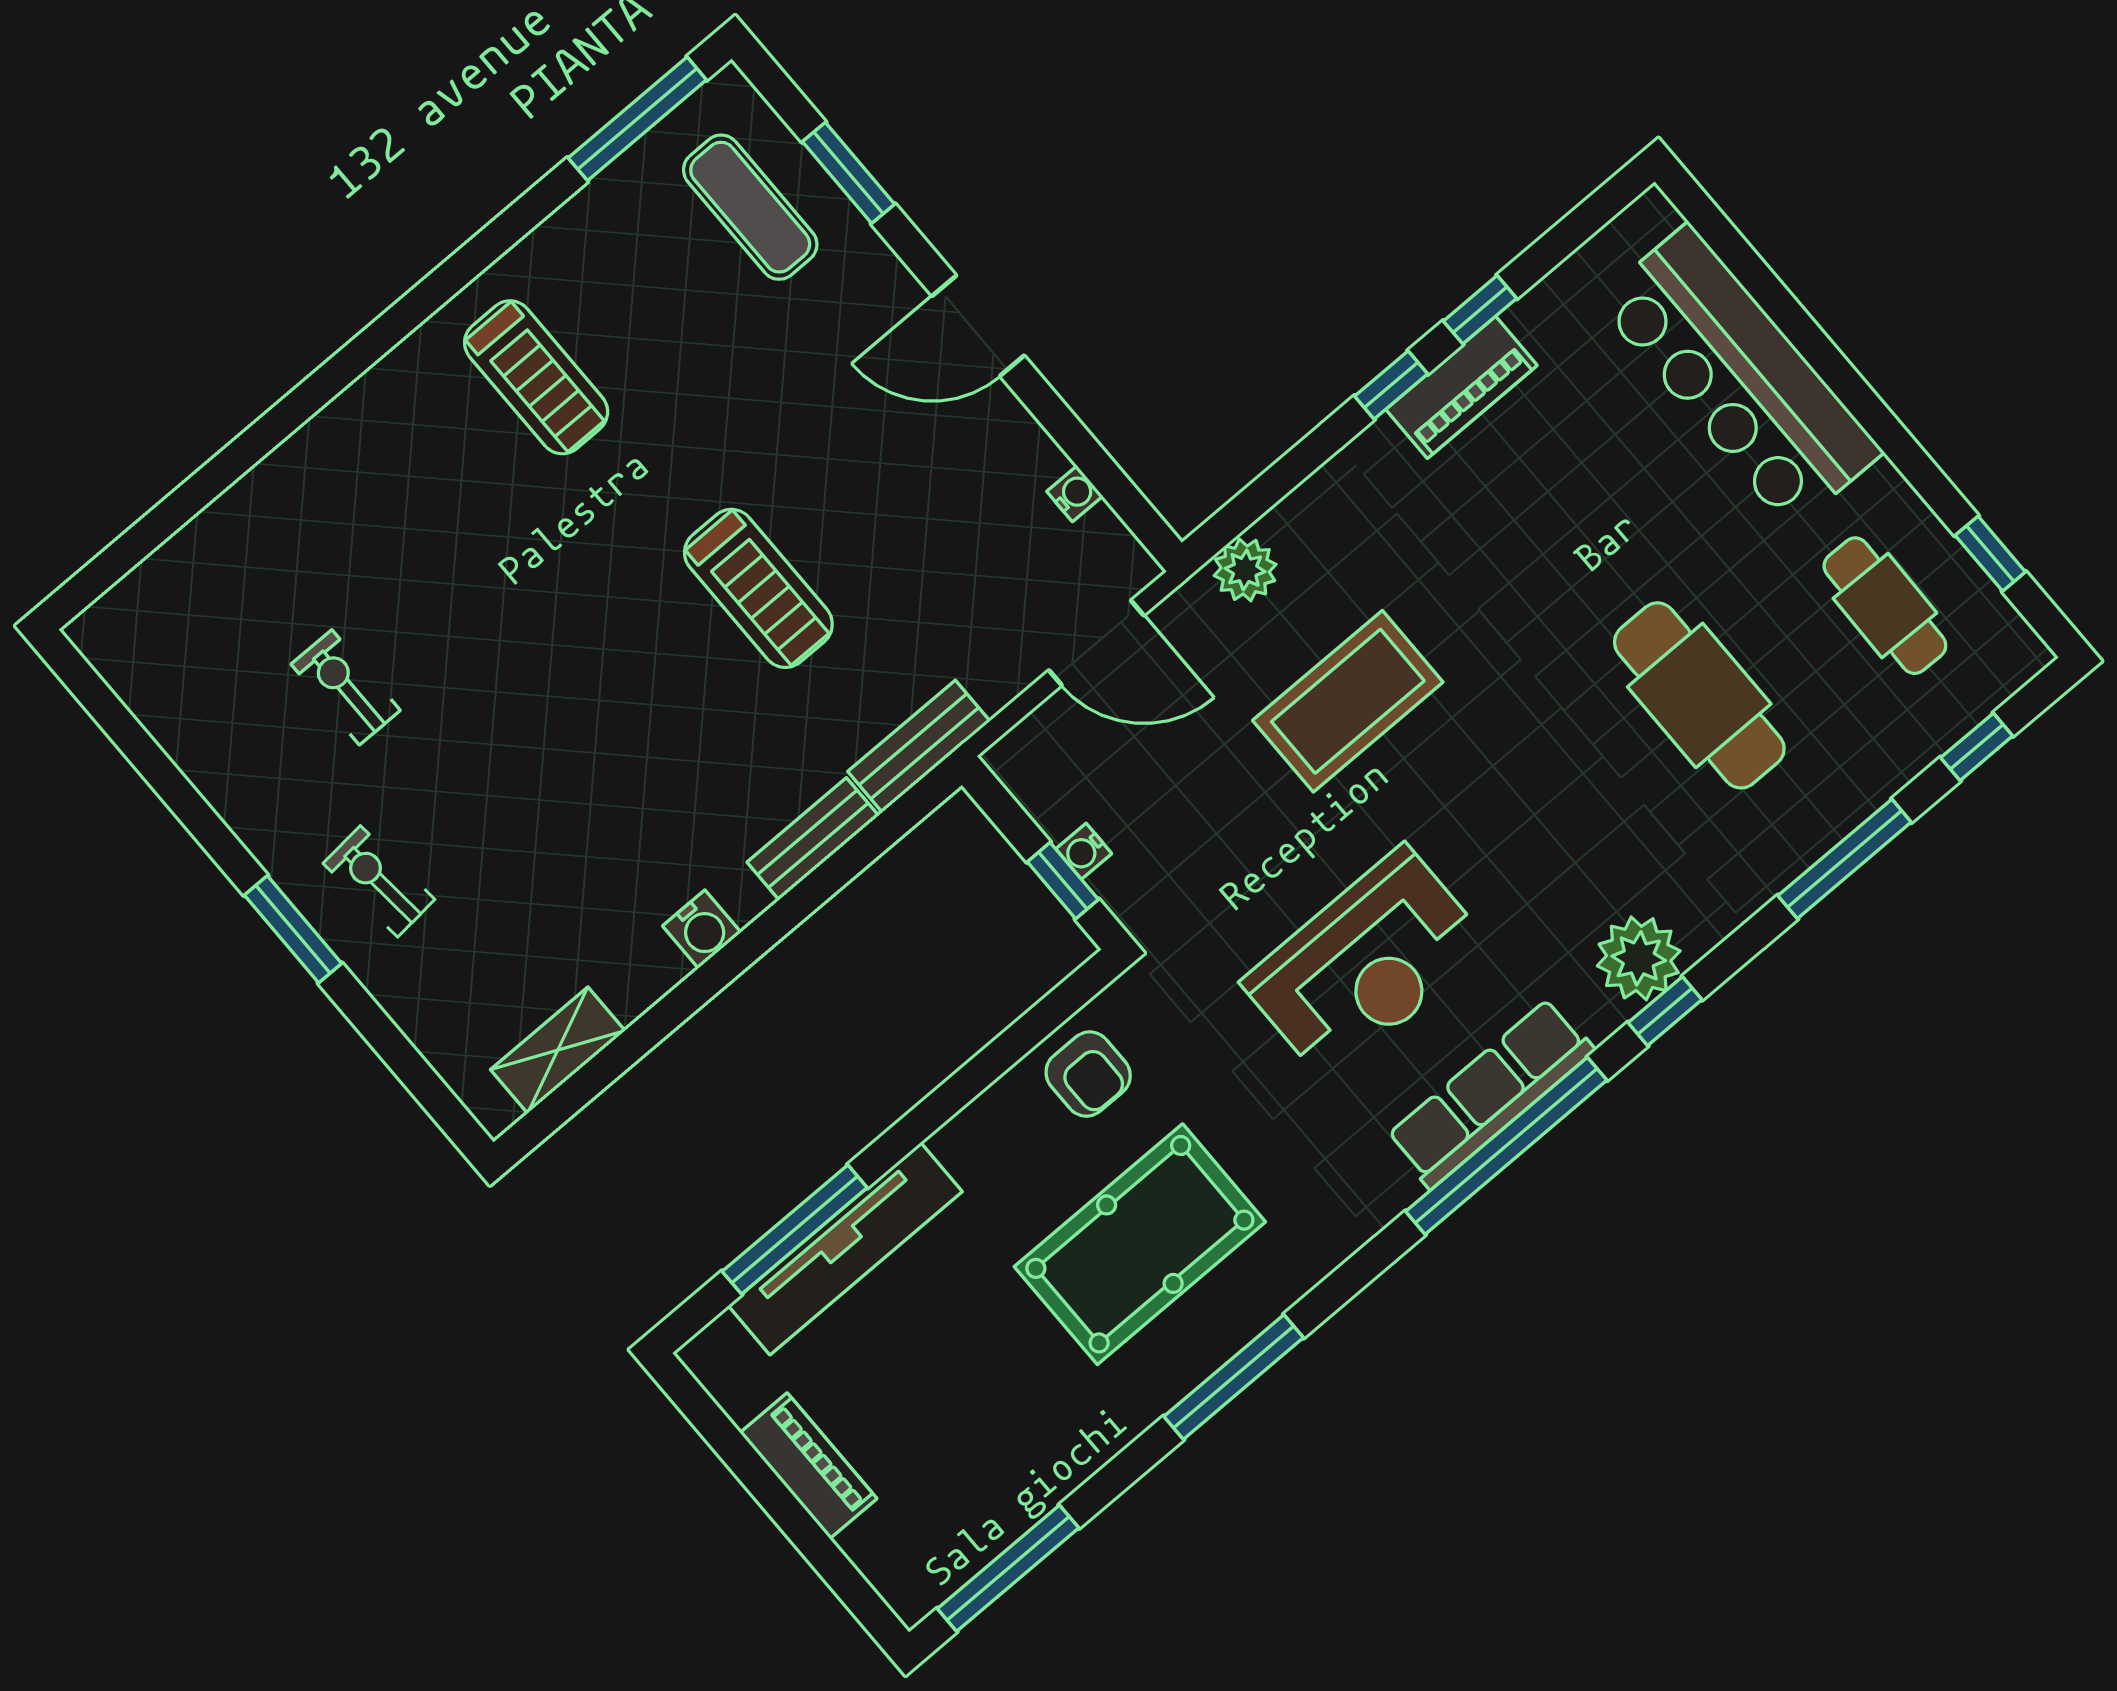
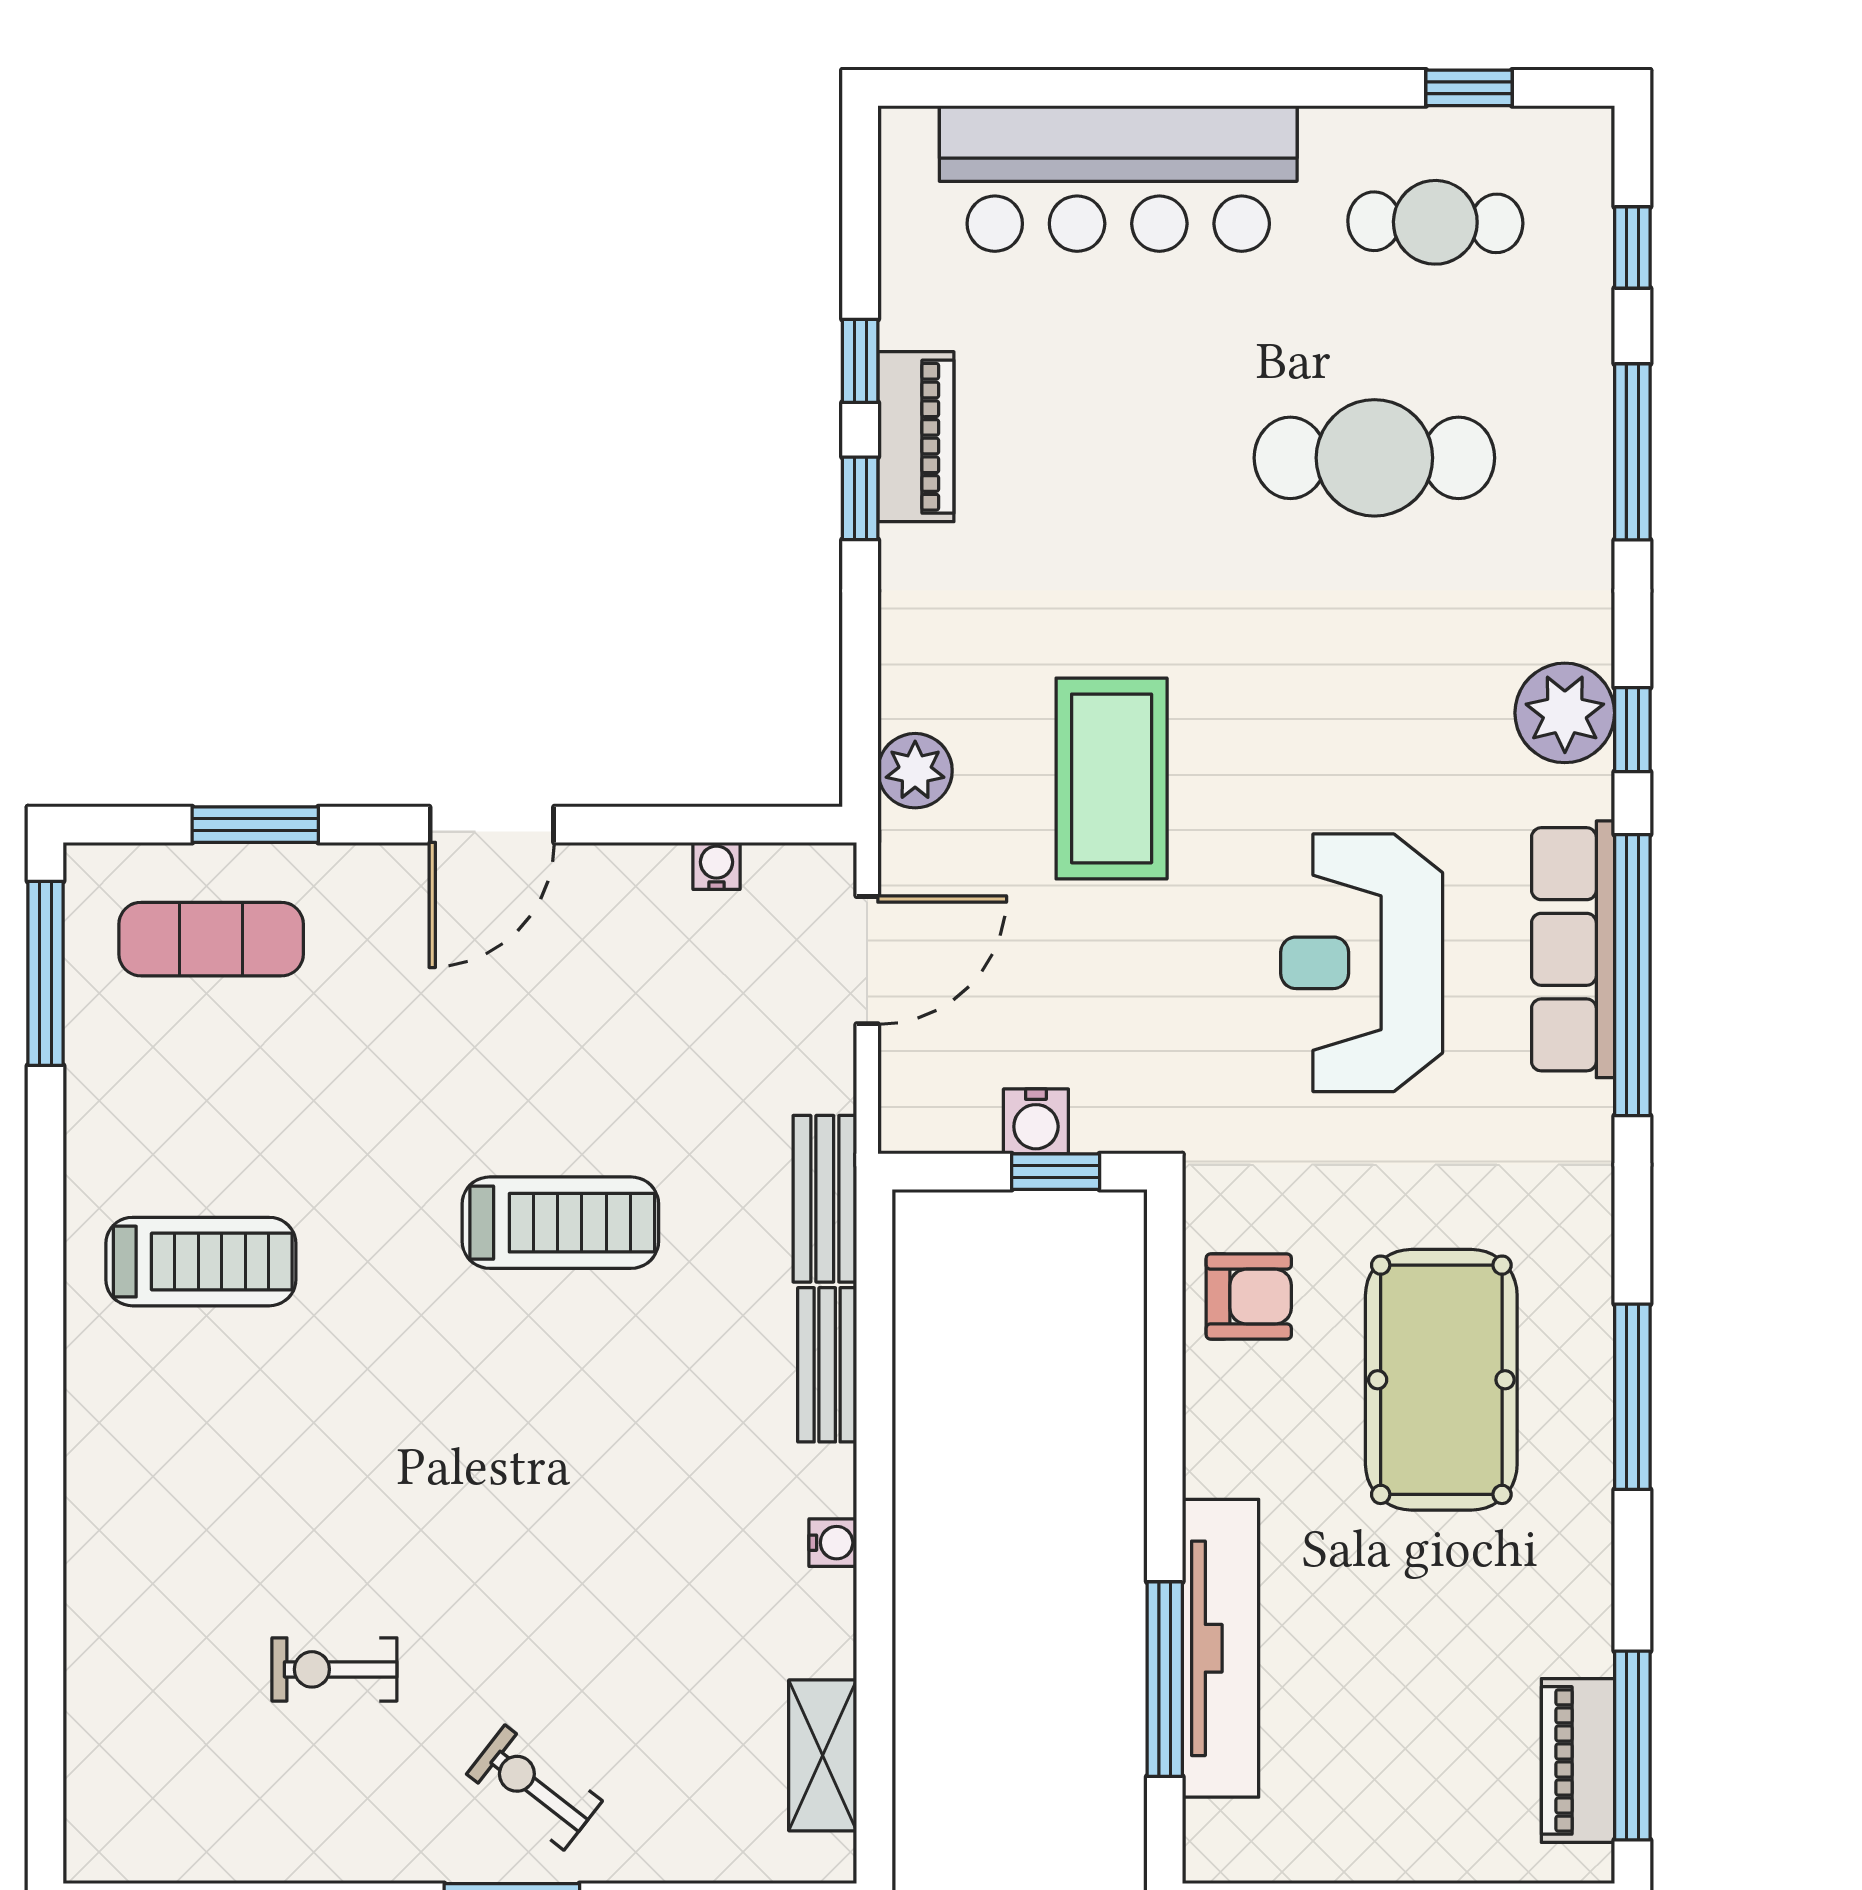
water cooler: (1084, 851) -> (1036, 1121), width x1.38, depth x1.38
exercise bike: (379, 881) -> (534, 1787), turned 43
water cooler: (702, 929) -> (833, 1543), width x0.72, depth x0.72
reception desk: (1366, 964) -> (1362, 963), turned 180
piano: (808, 1466) -> (1578, 1760), moved, turned -90

